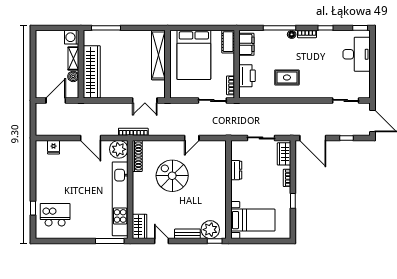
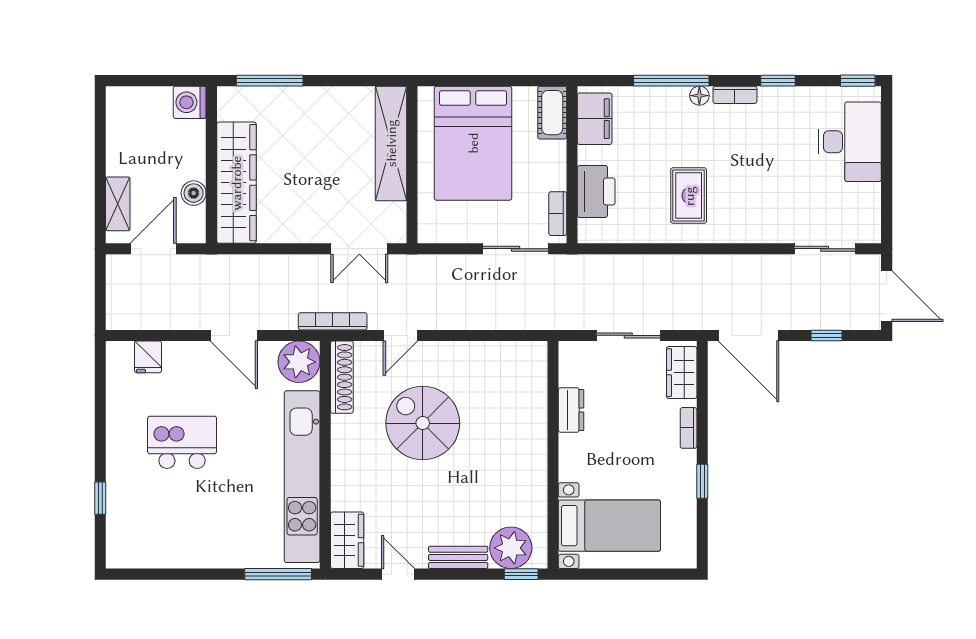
shelving: (73, 58) -> (118, 204), moved
rug: (287, 77) -> (689, 196), turned 90
door: (192, 138) -> (400, 335), moved
kitchen island: (55, 215) -> (182, 442), moved

